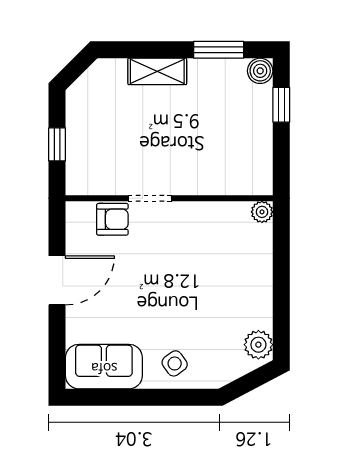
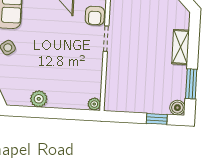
plant: (258, 345) -> (39, 99), moved

